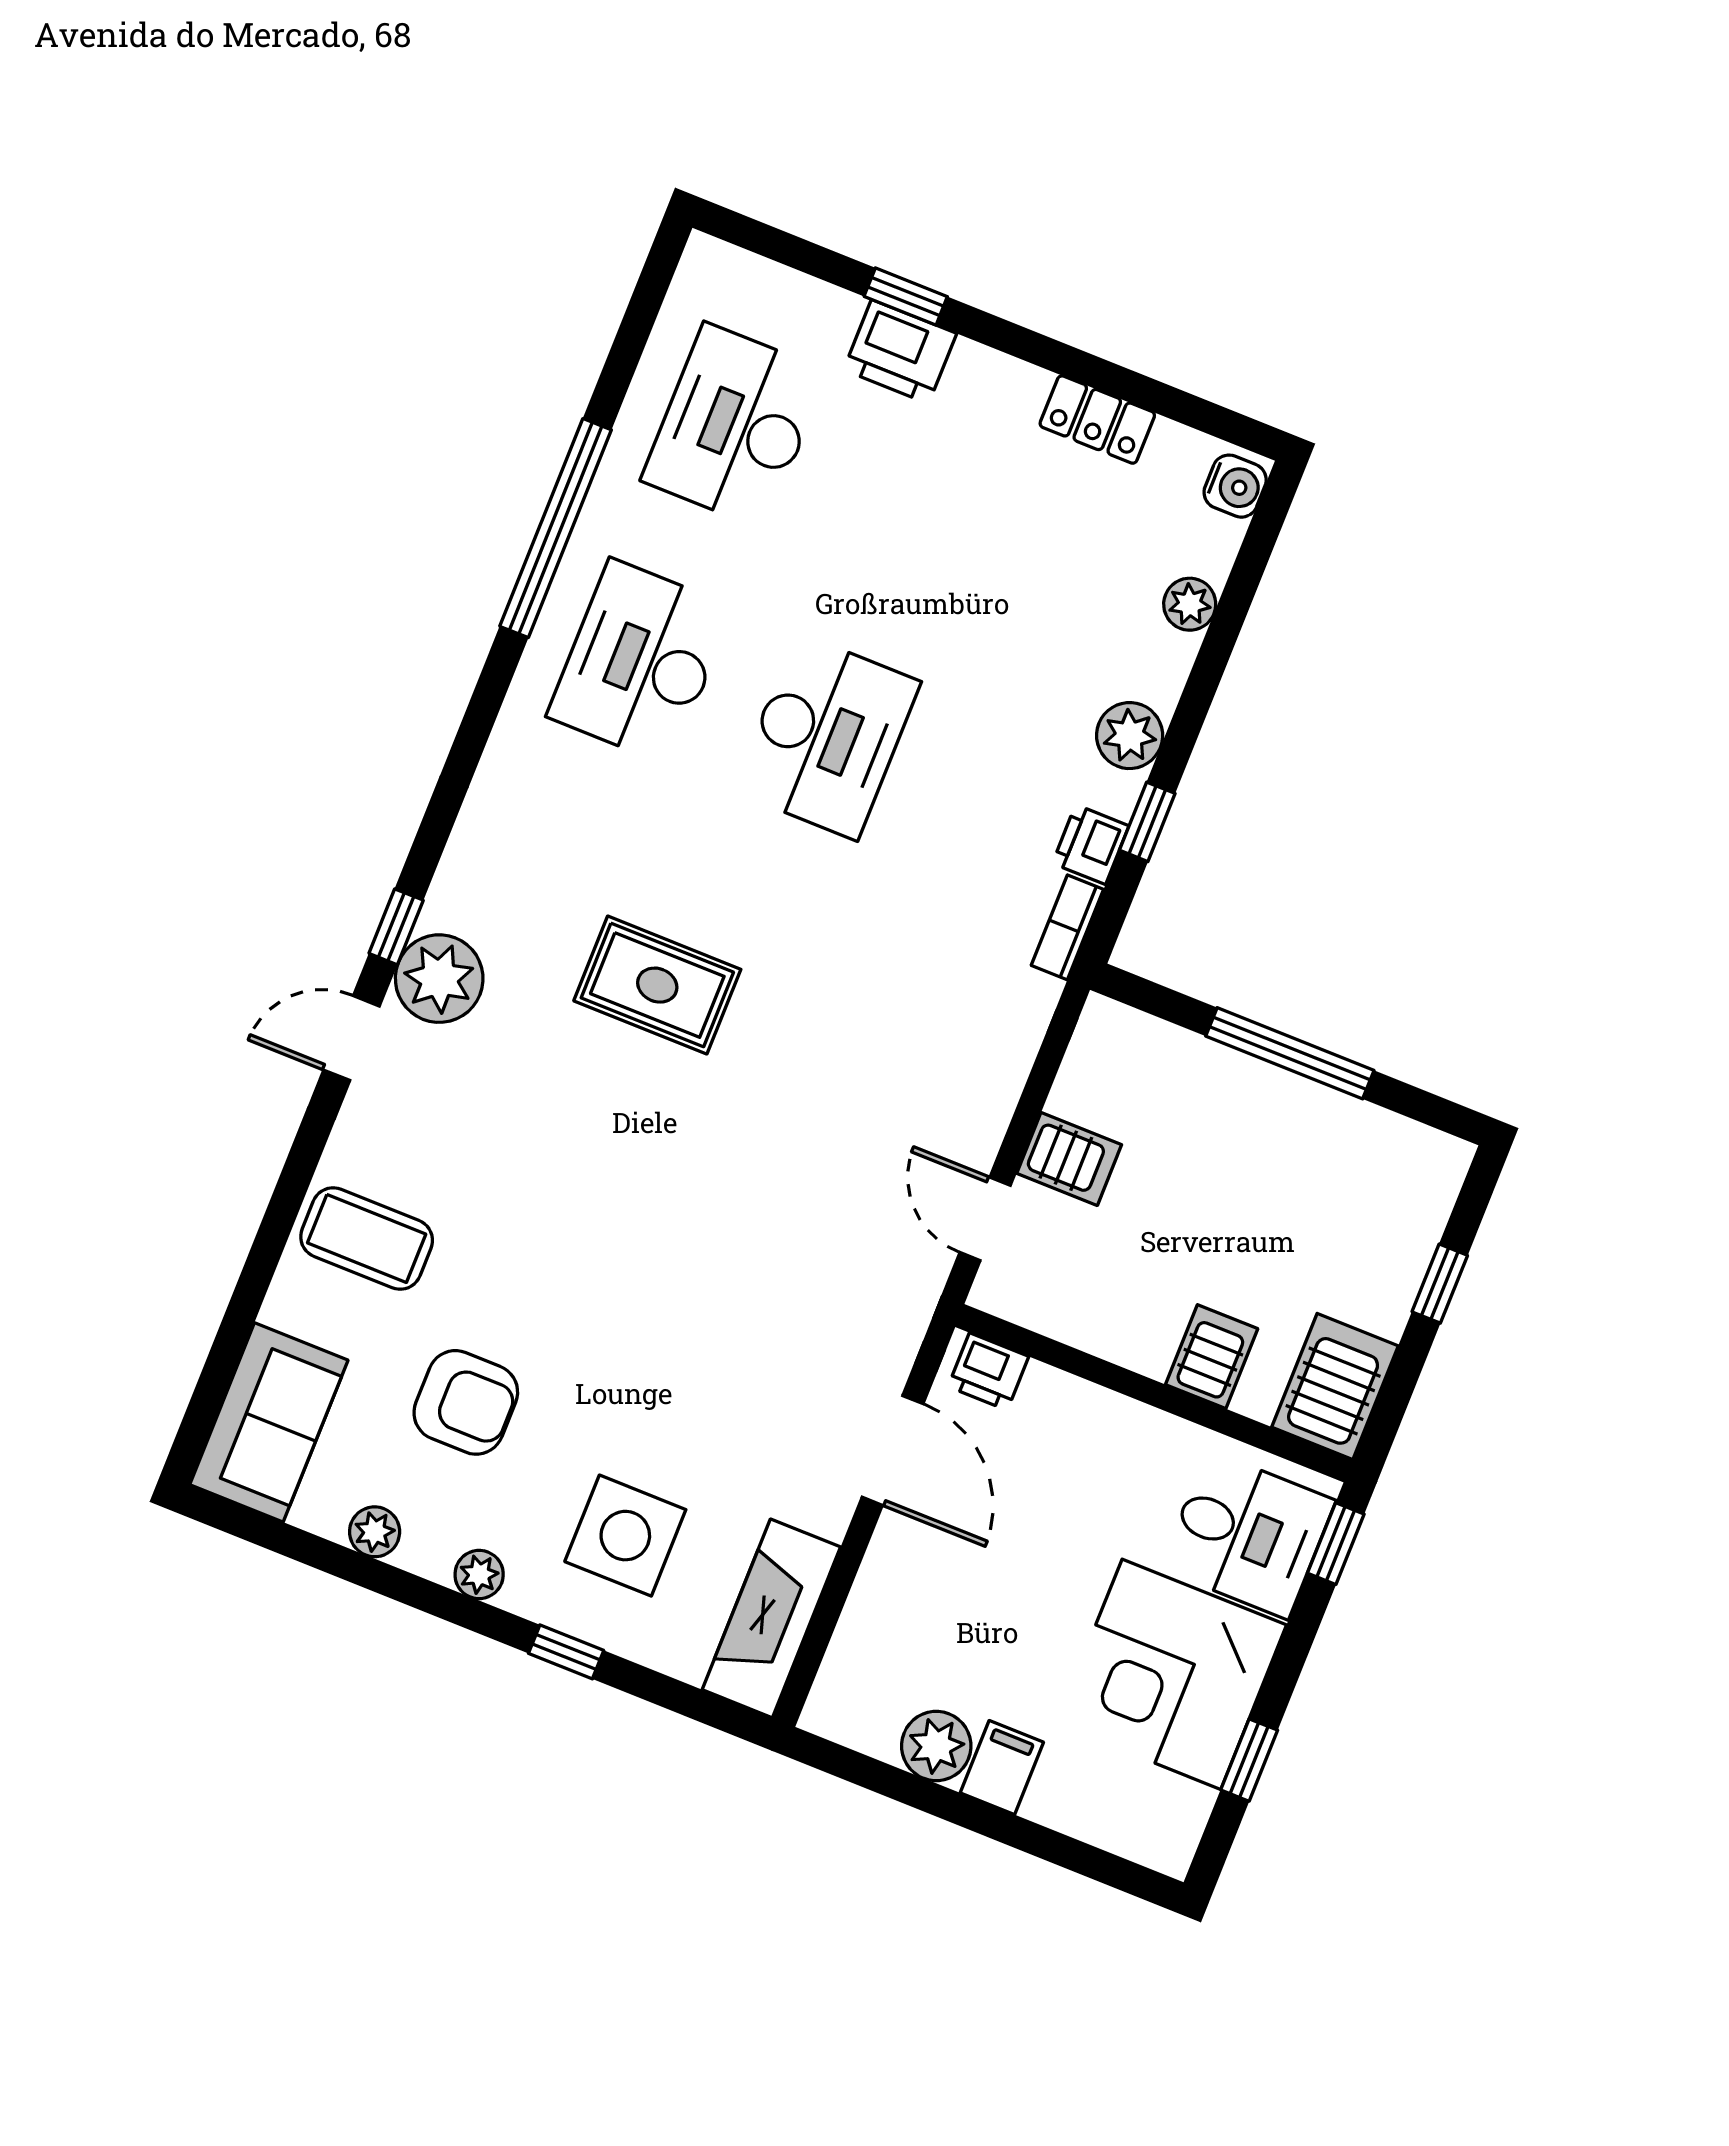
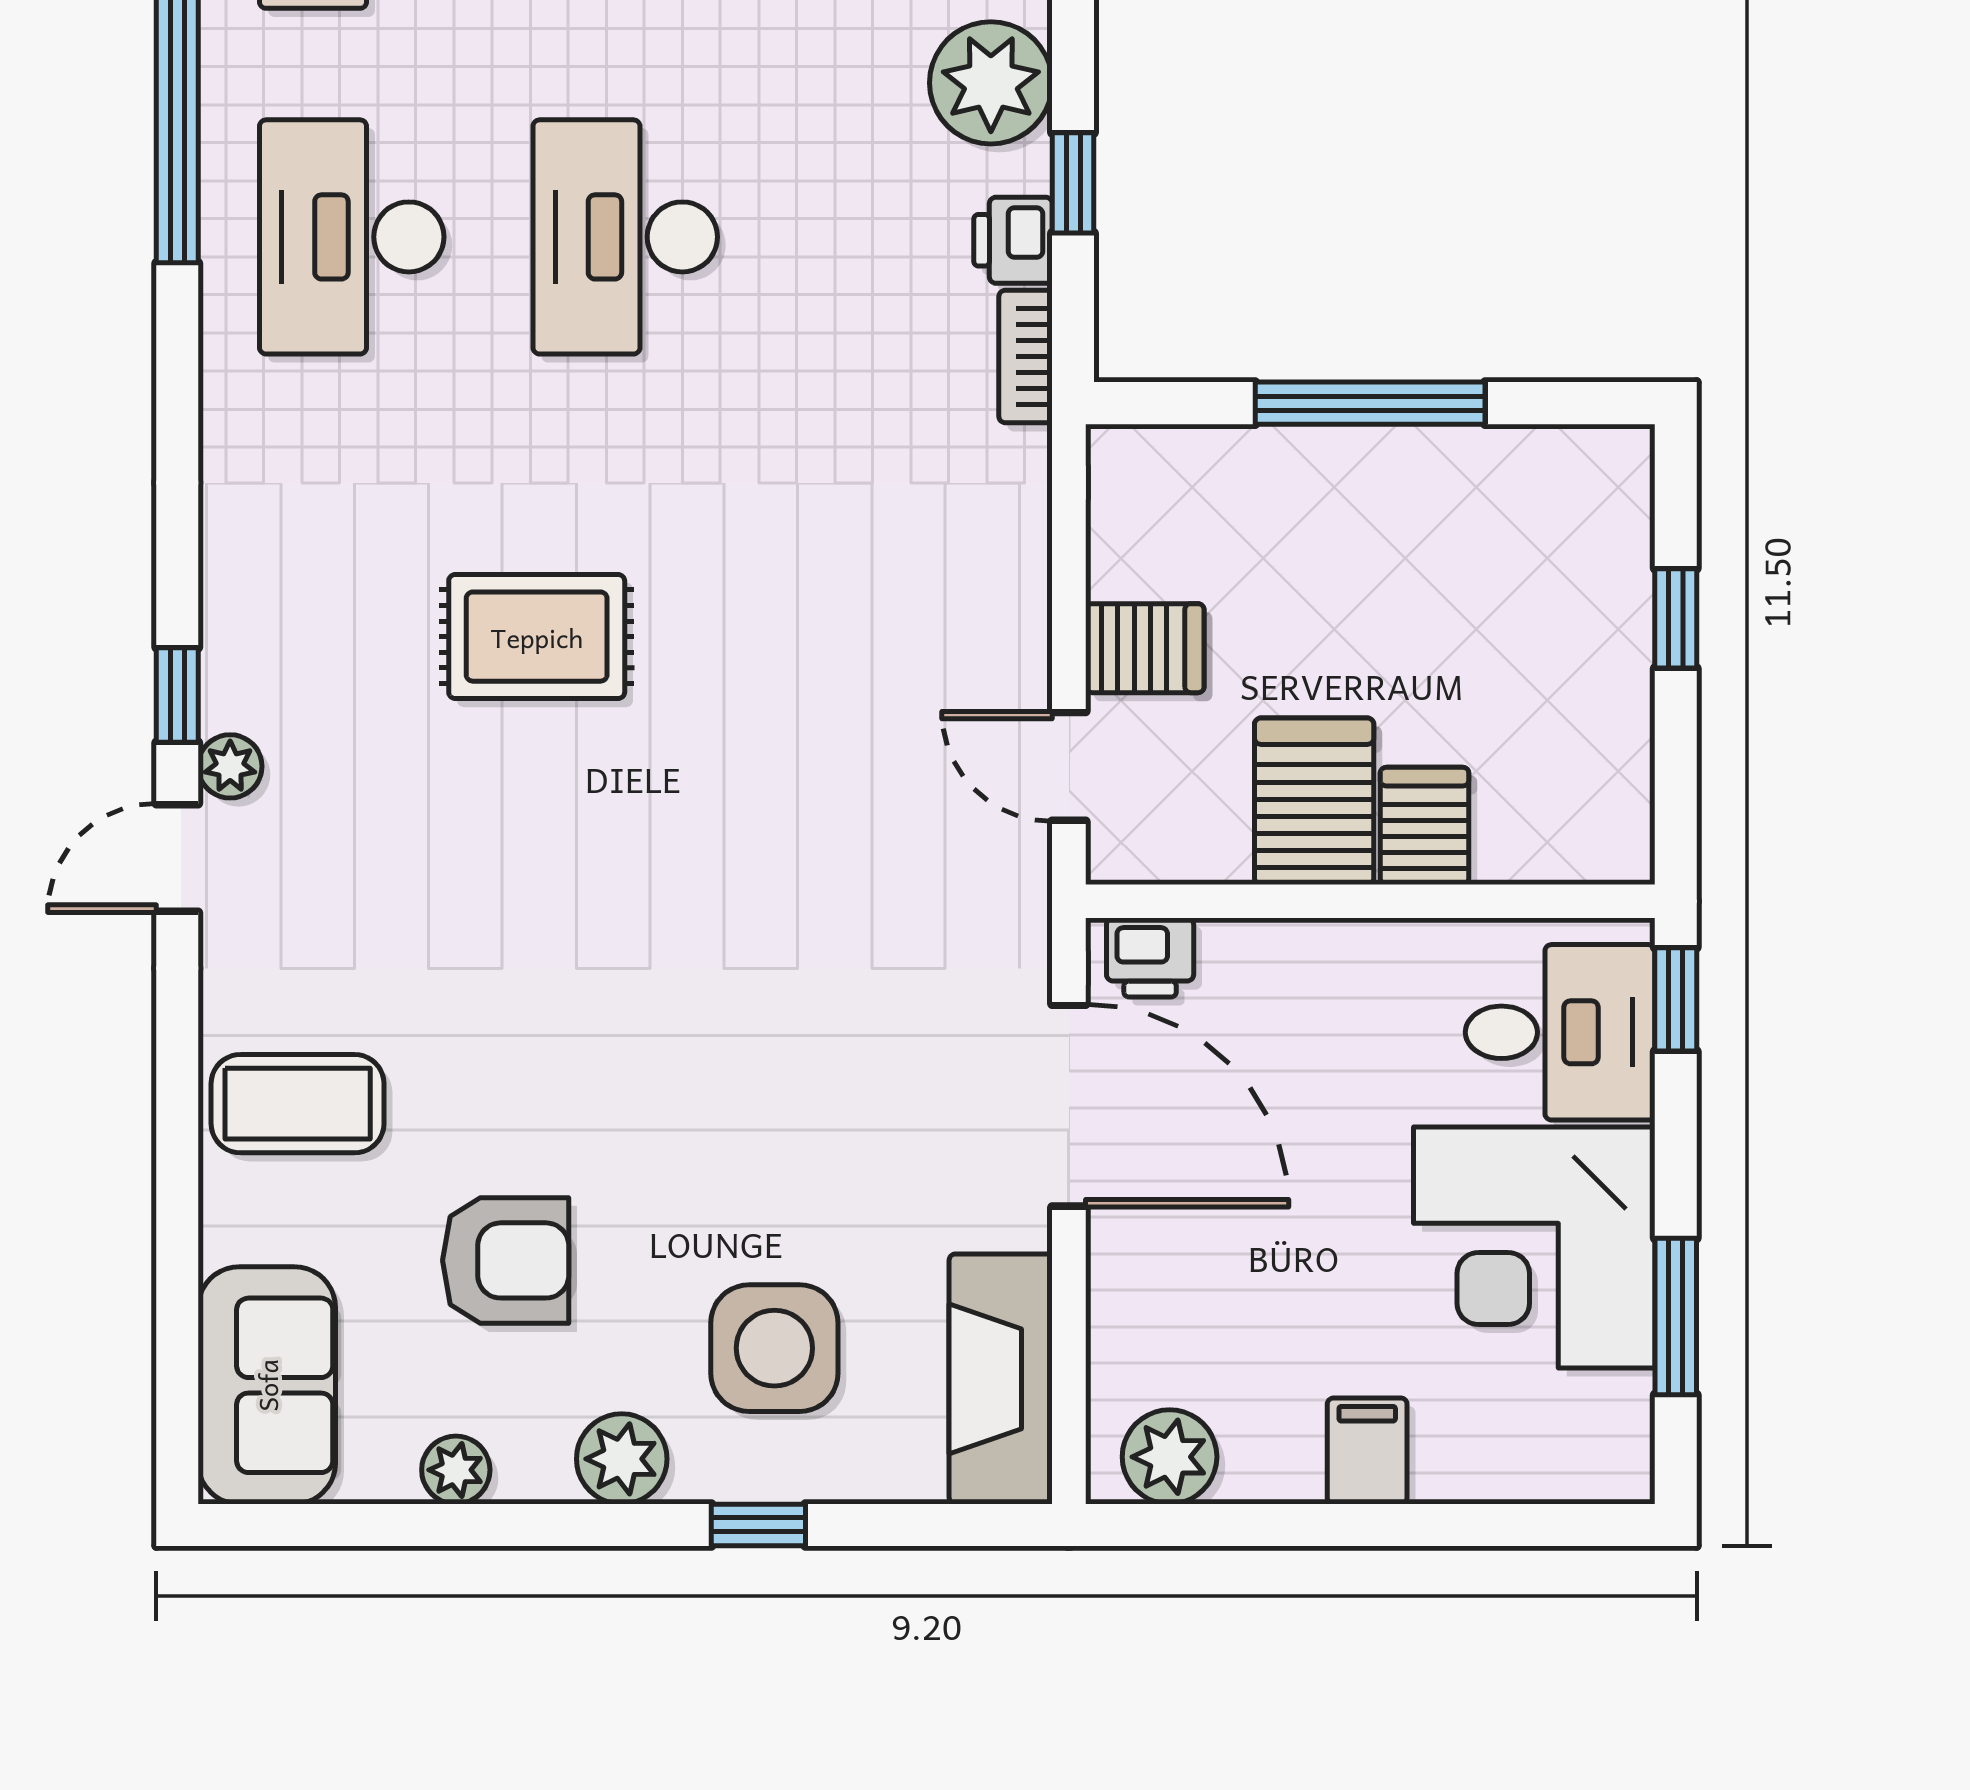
desk: (827, 736) -> (625, 237), turned 180
plant: (1130, 736) -> (991, 83), width x1.36, depth x1.36
plant: (439, 979) -> (230, 766), width x0.53, depth x0.53
server rack: (1335, 1386) -> (1314, 801), moved
door: (893, 1450) -> (1069, 1106), width x1.36
plant: (479, 1575) -> (622, 1459), width x1.38, depth x1.38
plant: (936, 1746) -> (1170, 1457), moved
window: (1249, 1760) -> (1676, 1316), width x1.50

